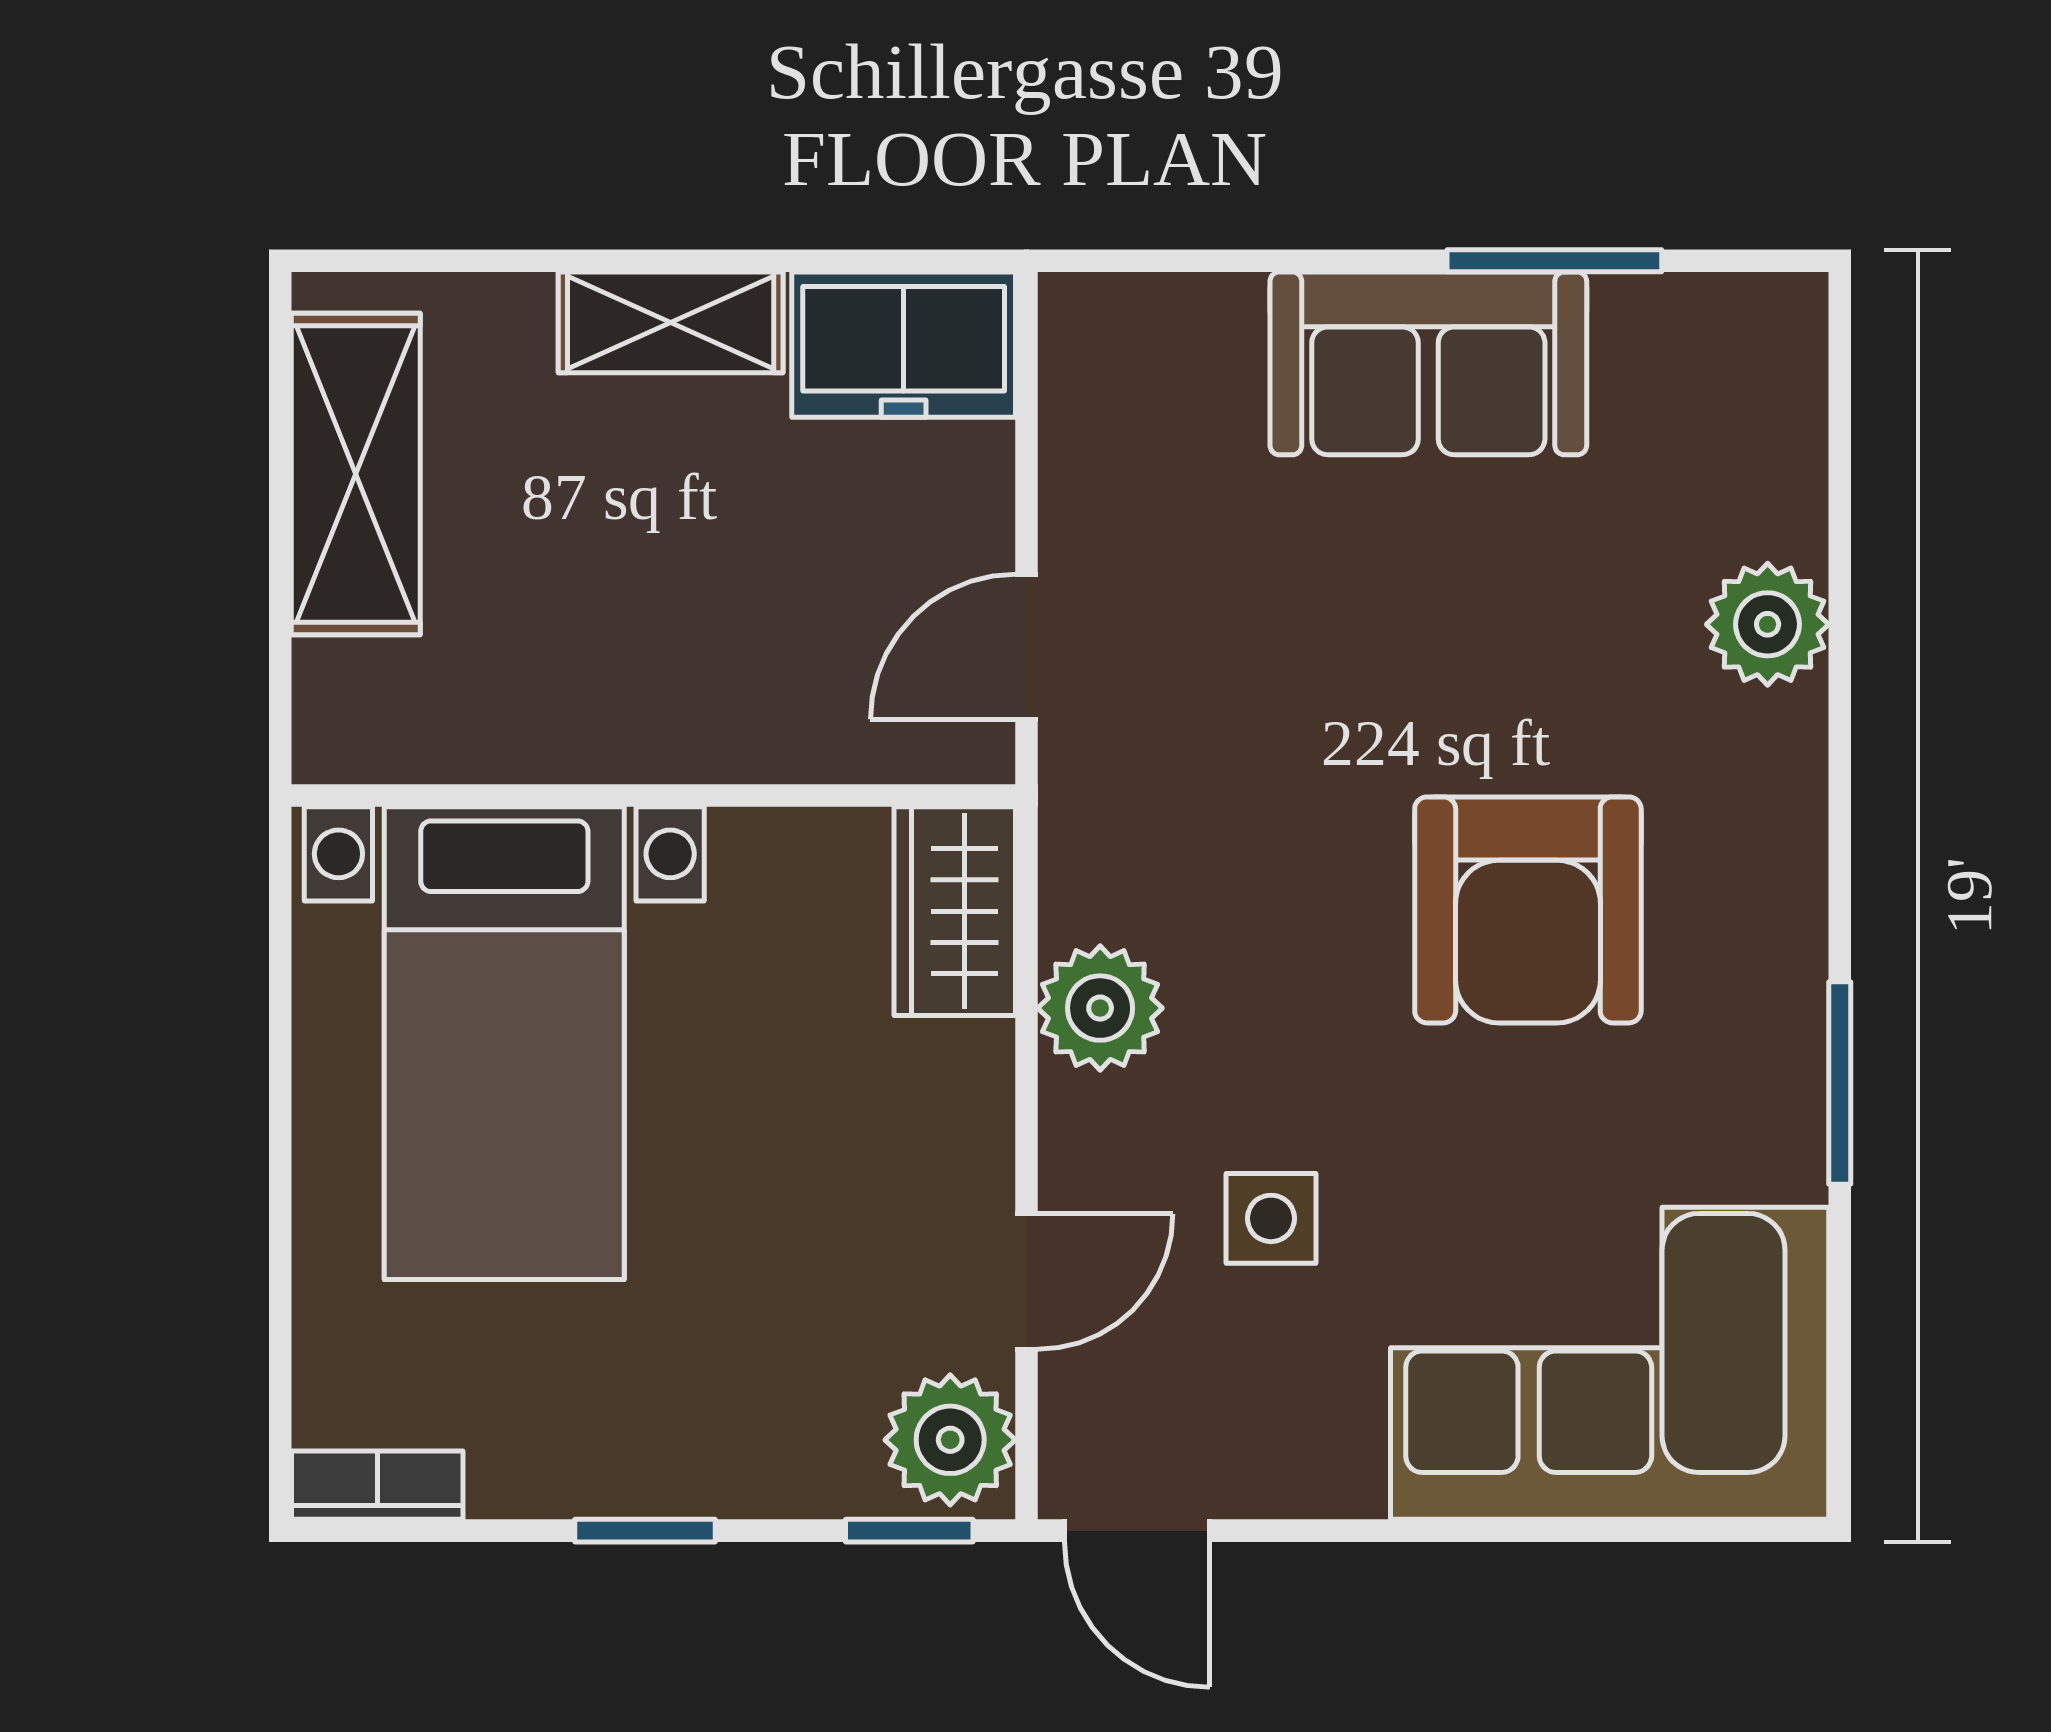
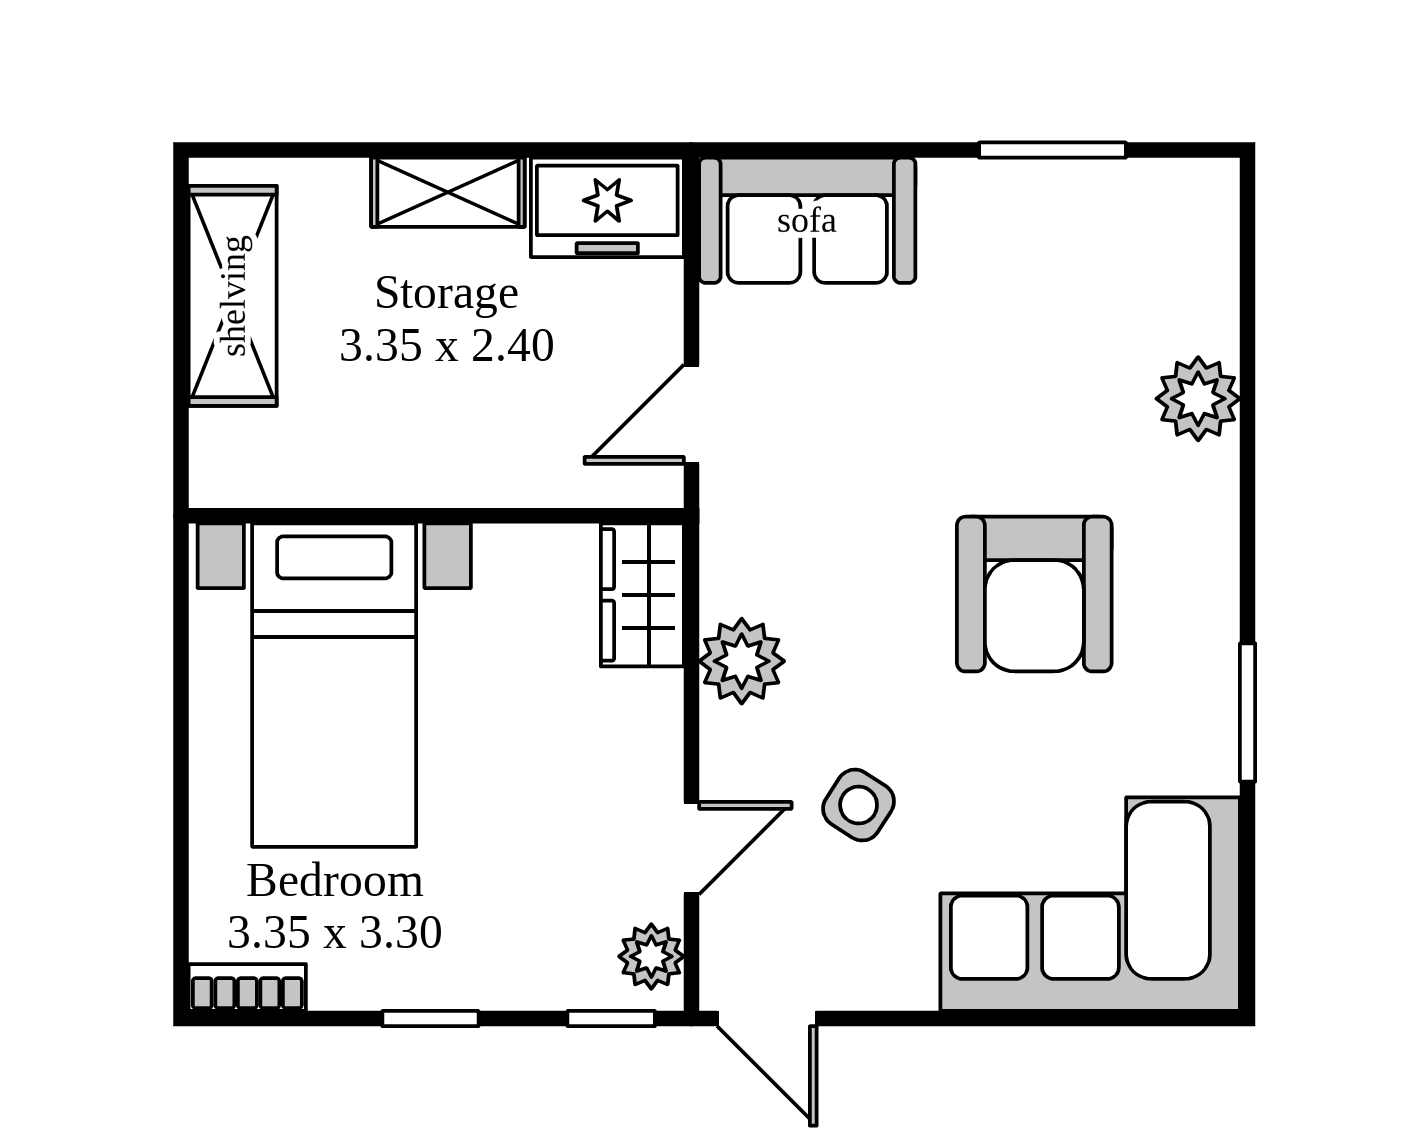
sofa: (1428, 363) -> (807, 220), moved
side table: (1271, 1218) -> (859, 805), turned 33
plant: (950, 1440) -> (651, 956), width x0.73, depth x0.73

